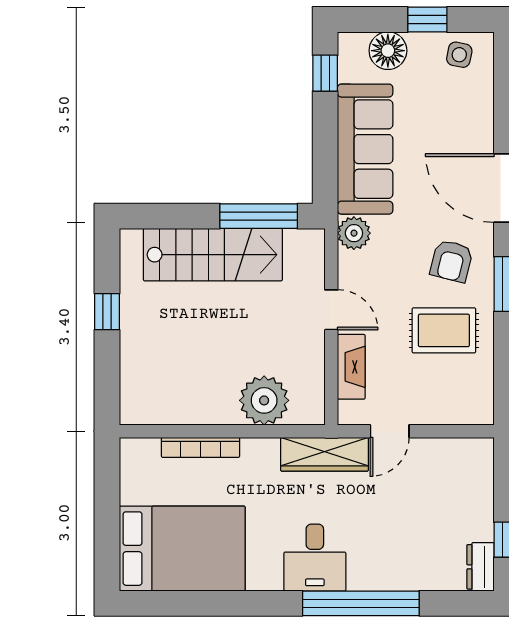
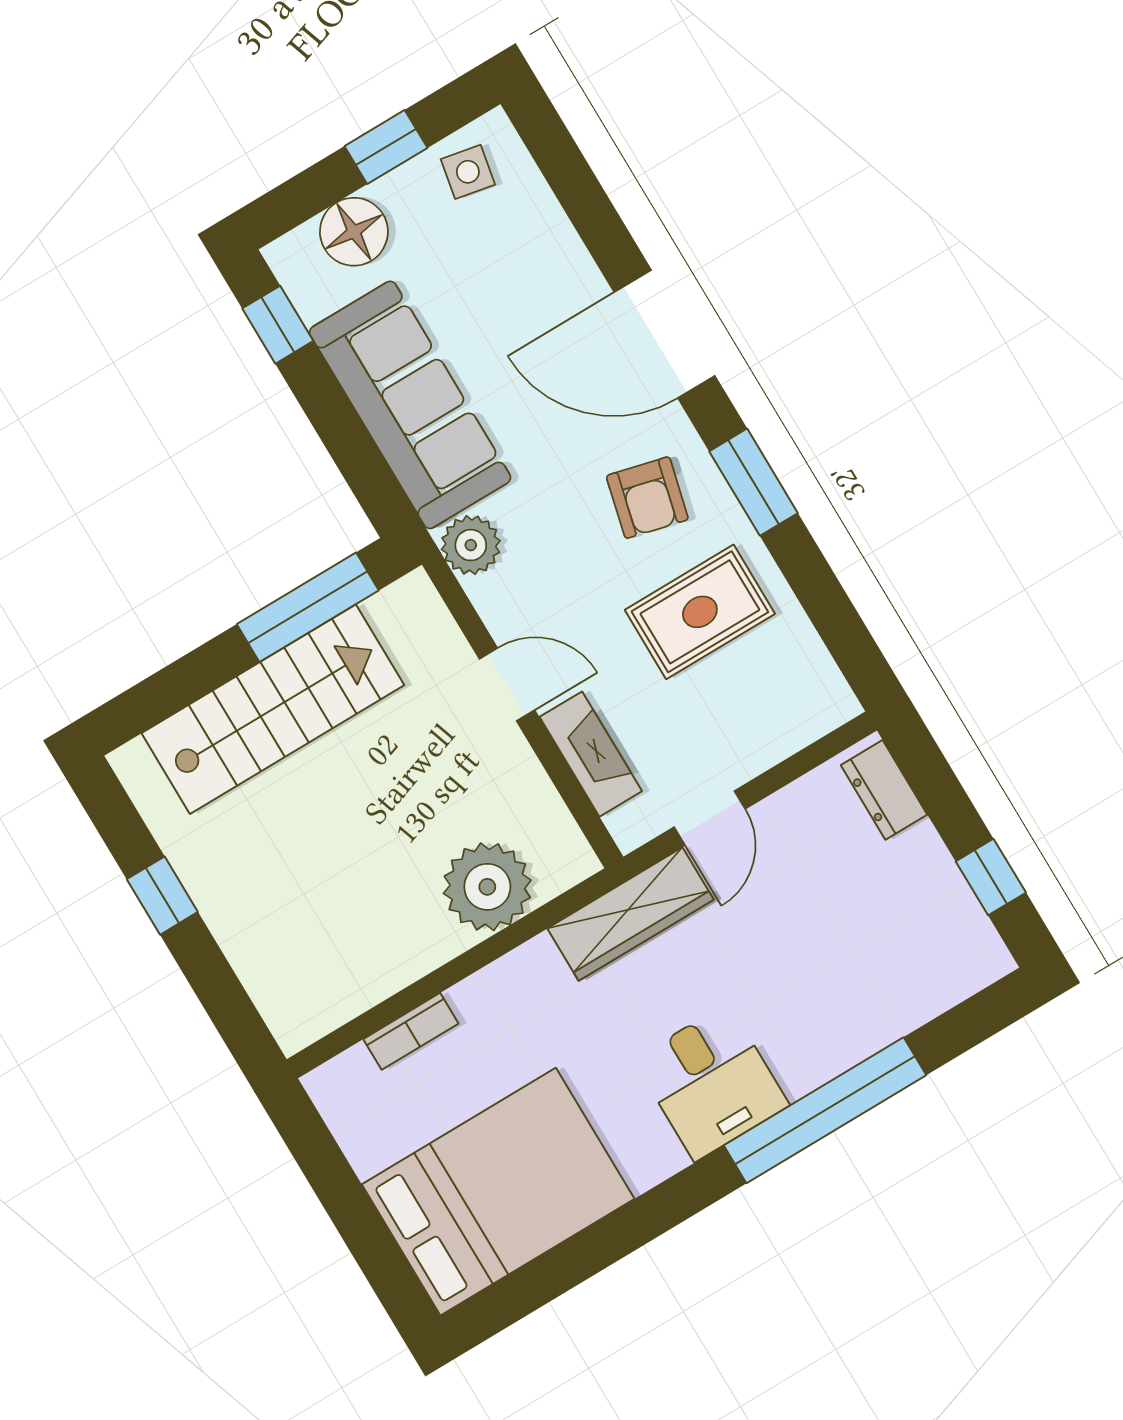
bookcase: (200, 447) -> (411, 1031), width x0.64
dresser: (481, 567) -> (884, 790), moved

